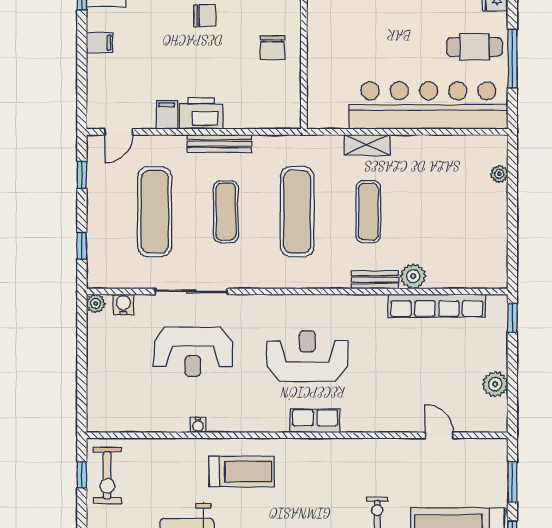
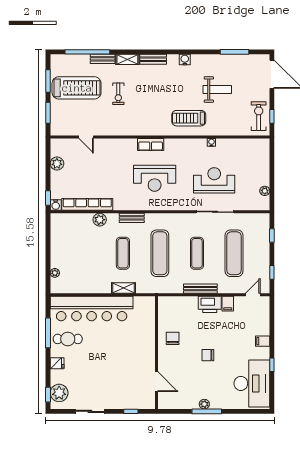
bench: (375, 280) -> (132, 218), moved
plant: (96, 303) -> (265, 191), moved
water cooler: (124, 304) -> (56, 205), moved

